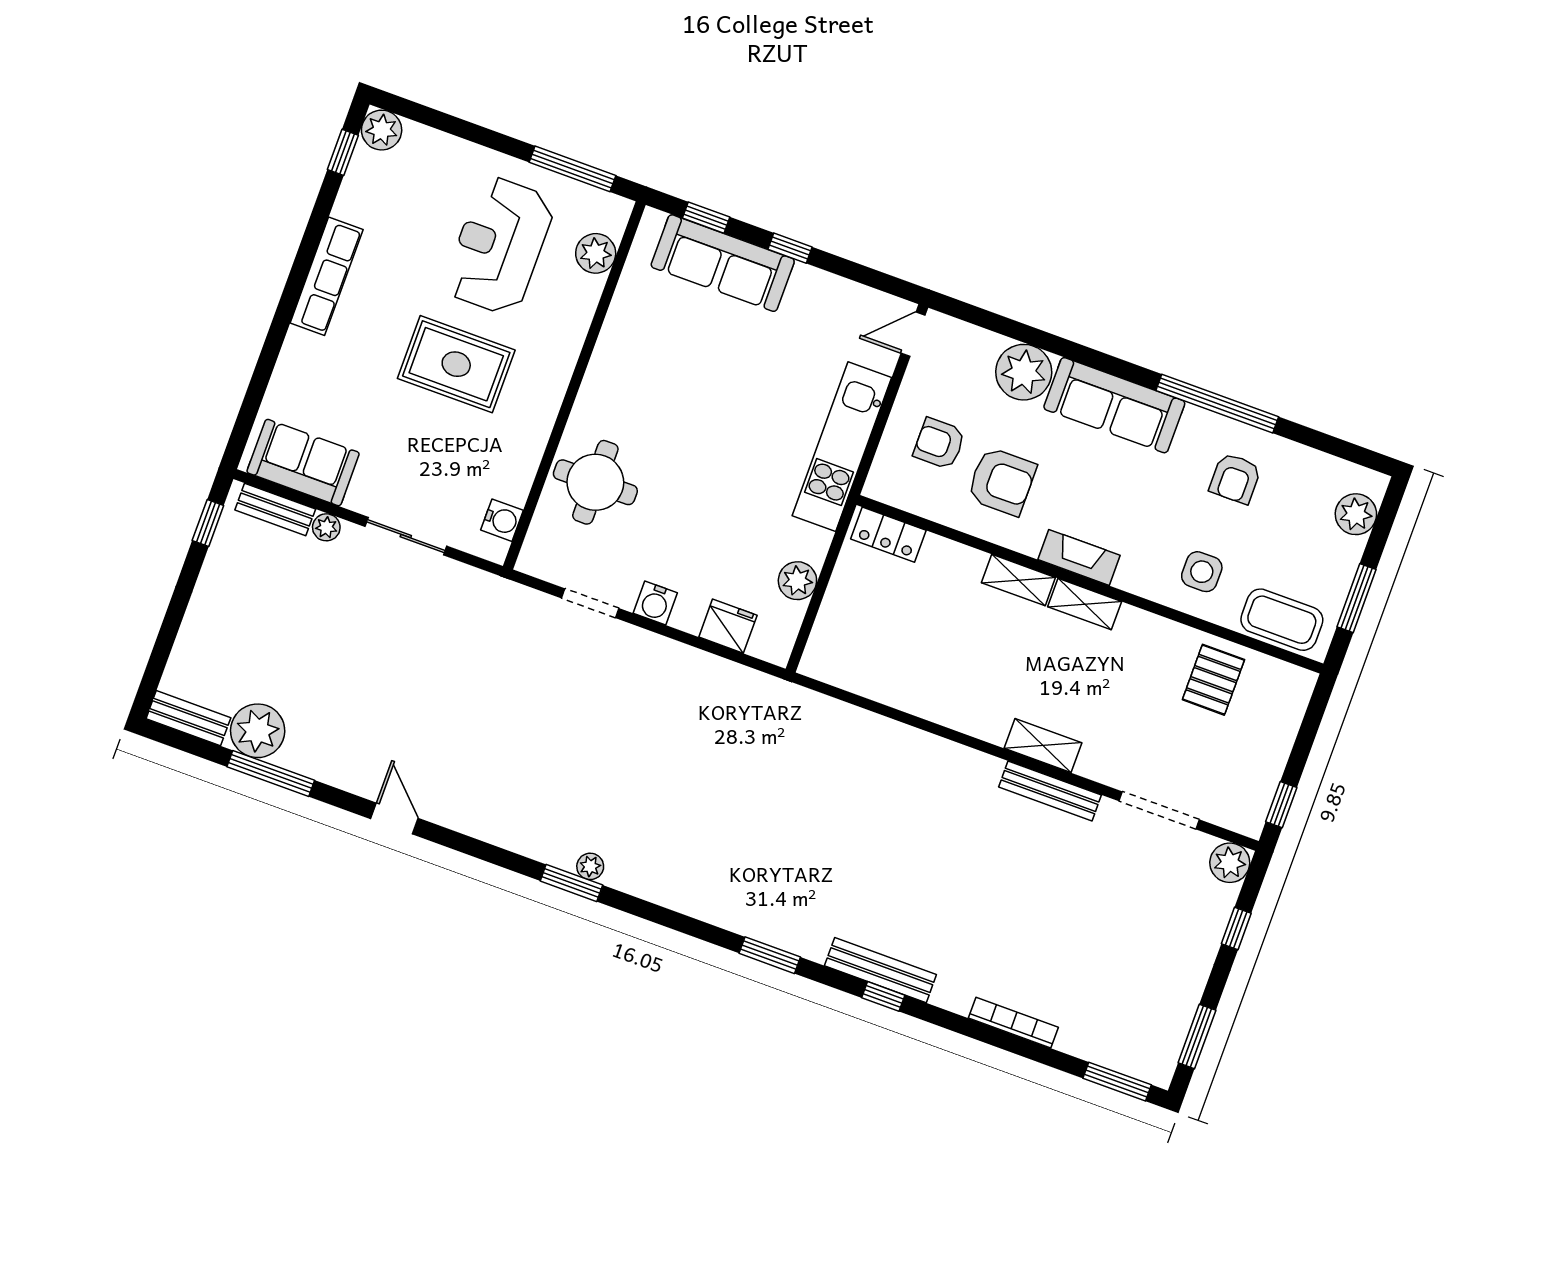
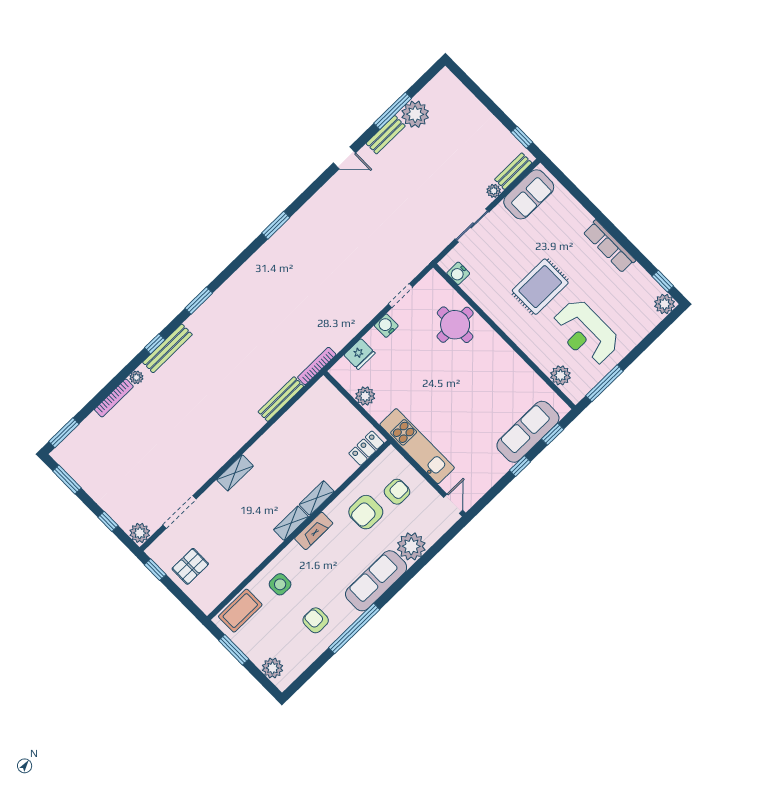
reception desk: (499, 245) -> (585, 333), turned 180
pallet: (1213, 680) -> (190, 566), moved, turned 90
bookcase: (785, 692) -> (317, 366), added
bench: (188, 718) -> (386, 135), moved
bench: (1050, 791) -> (281, 399), moved
plant: (590, 866) -> (136, 377), moved

